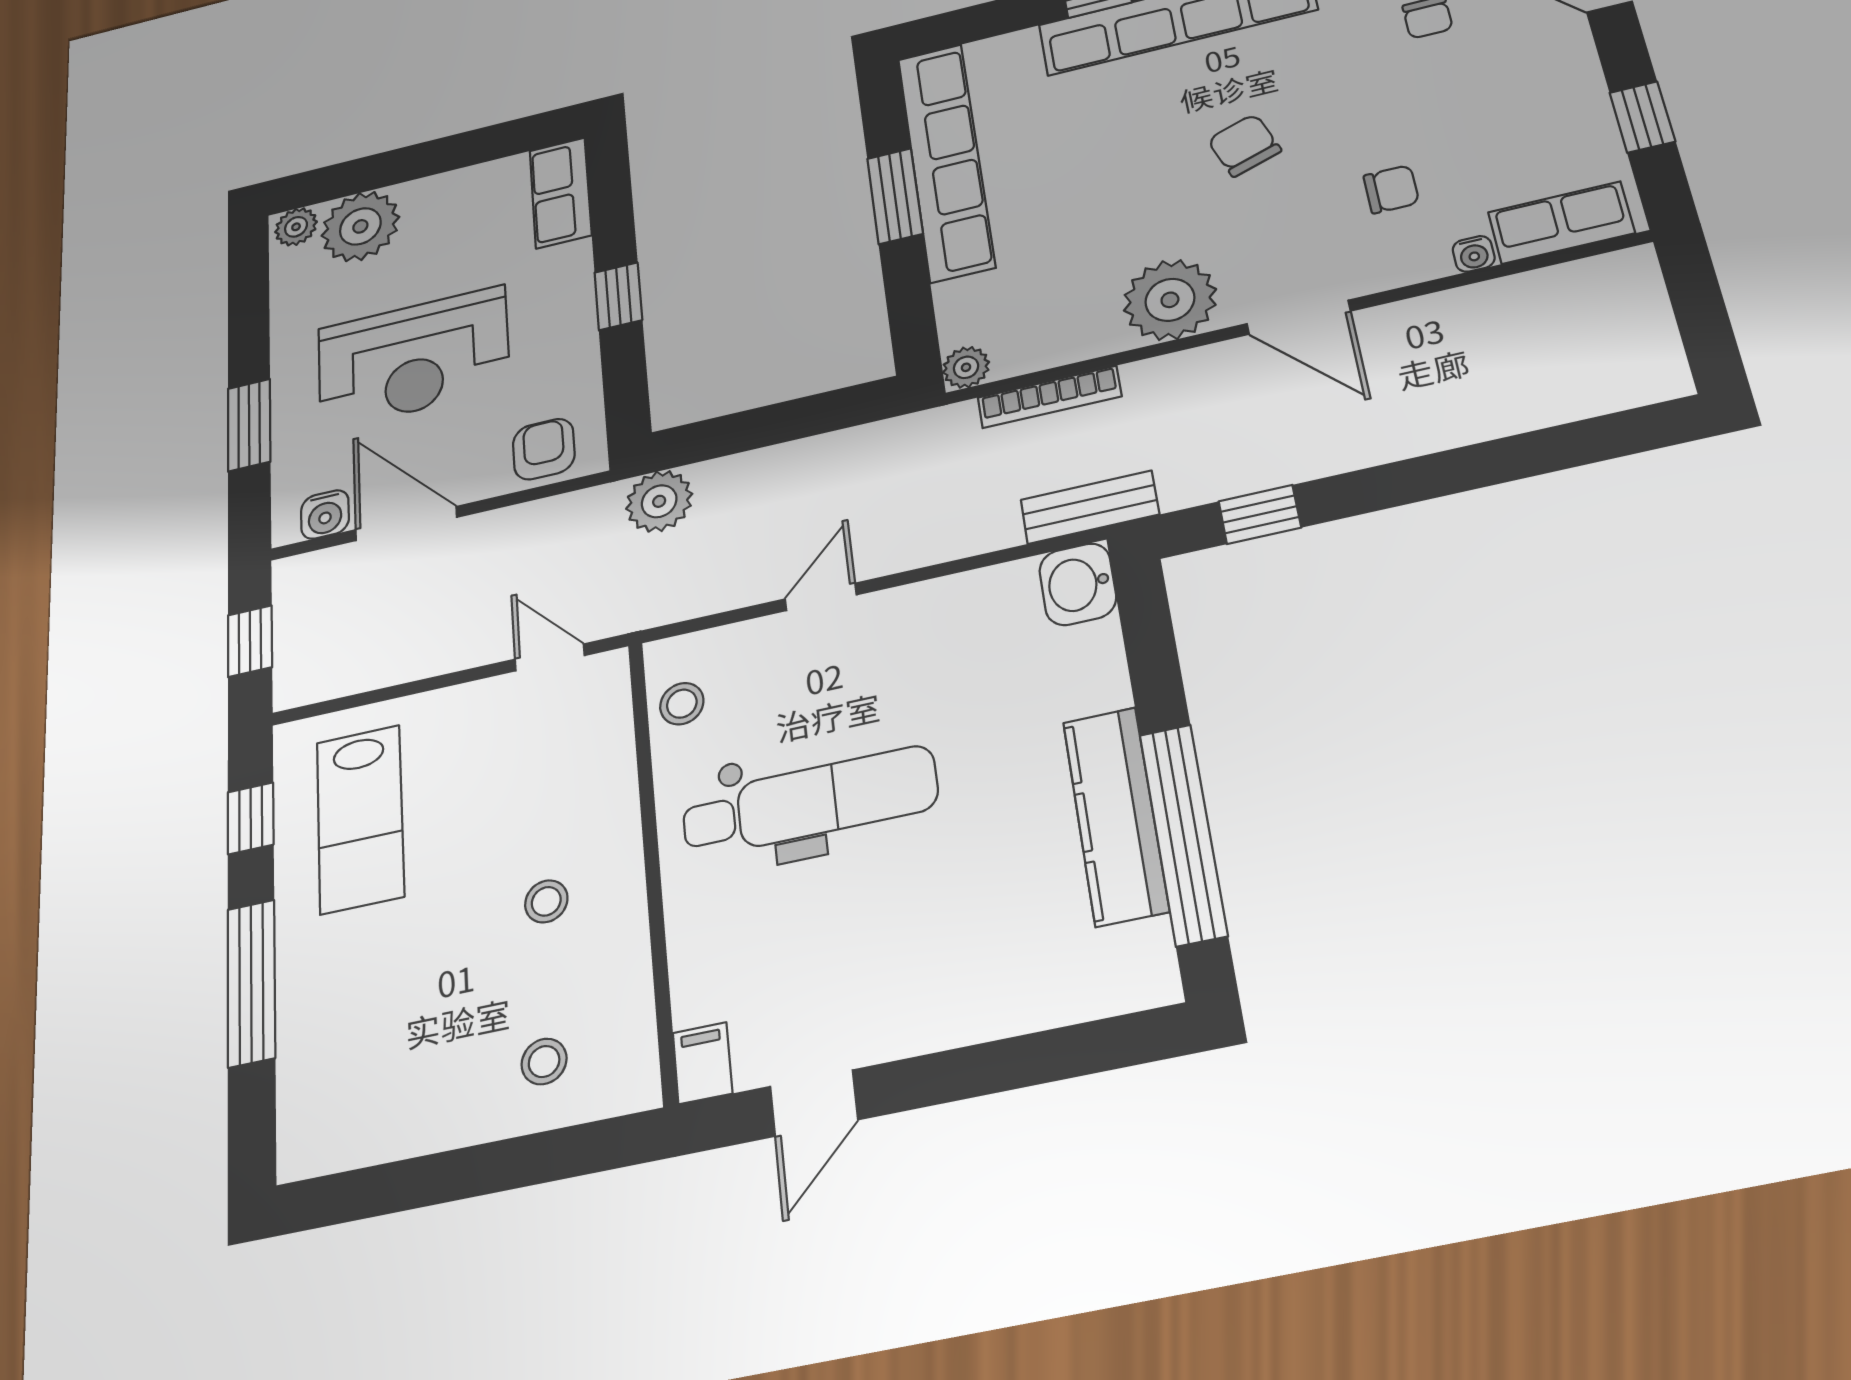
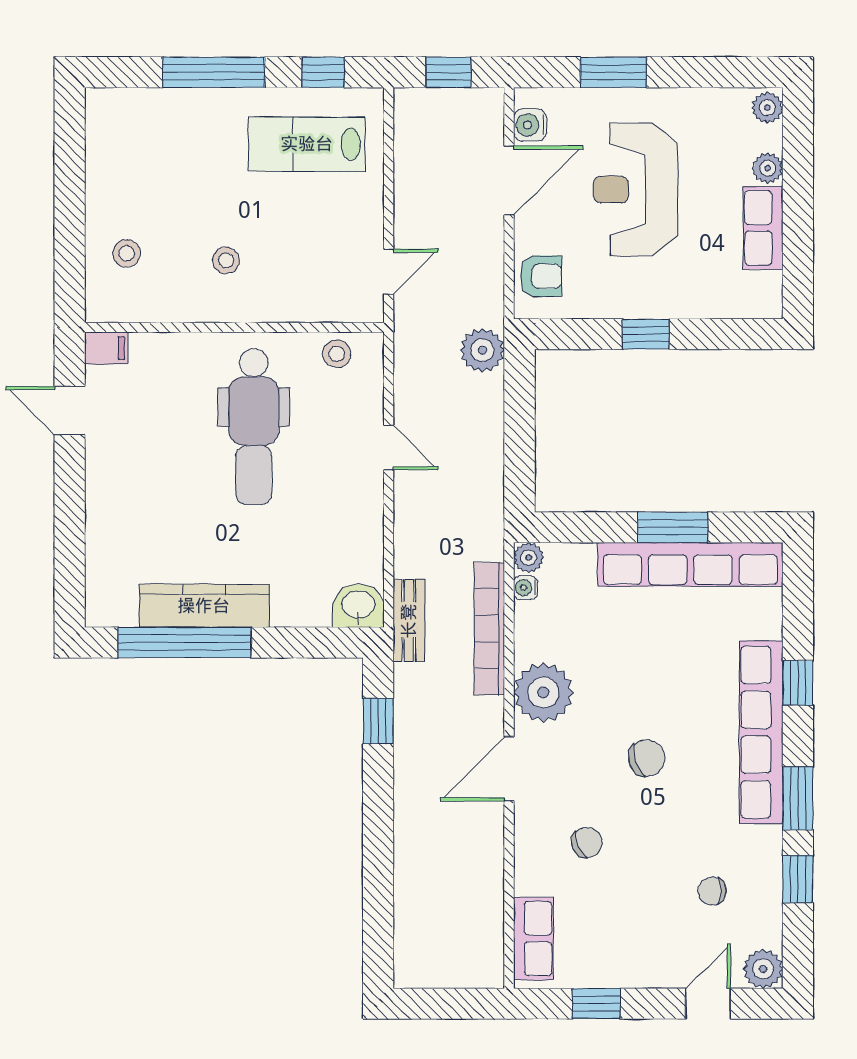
chair: (1391, 189) -> (587, 842), turned -113
row of seats: (560, 193) -> (763, 228), moved, turned -90
plant: (360, 226) -> (768, 168), width x0.53, depth x0.53
water cooler: (1474, 254) -> (525, 588), moved
bookcase: (1049, 397) -> (489, 629), width x1.48, depth x1.31

